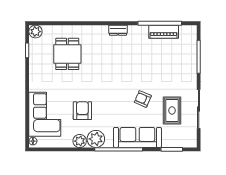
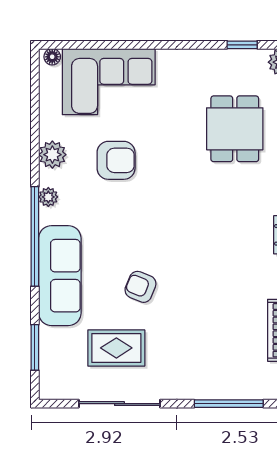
dining table: (67, 54) -> (235, 129), turned 90
armchair: (143, 99) -> (140, 287), turned -91
plant: (96, 139) -> (48, 197), width x0.53, depth x0.53

